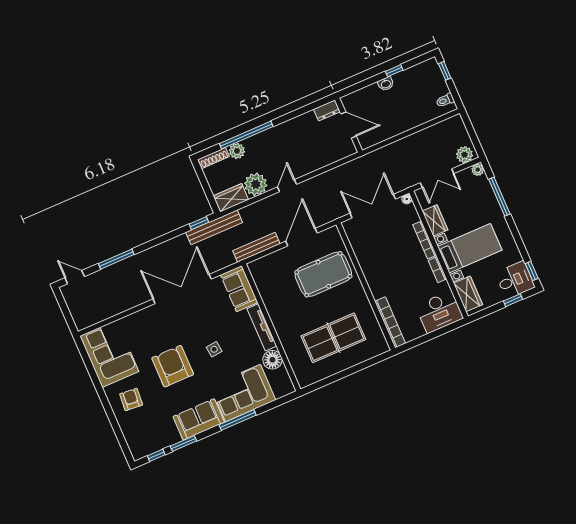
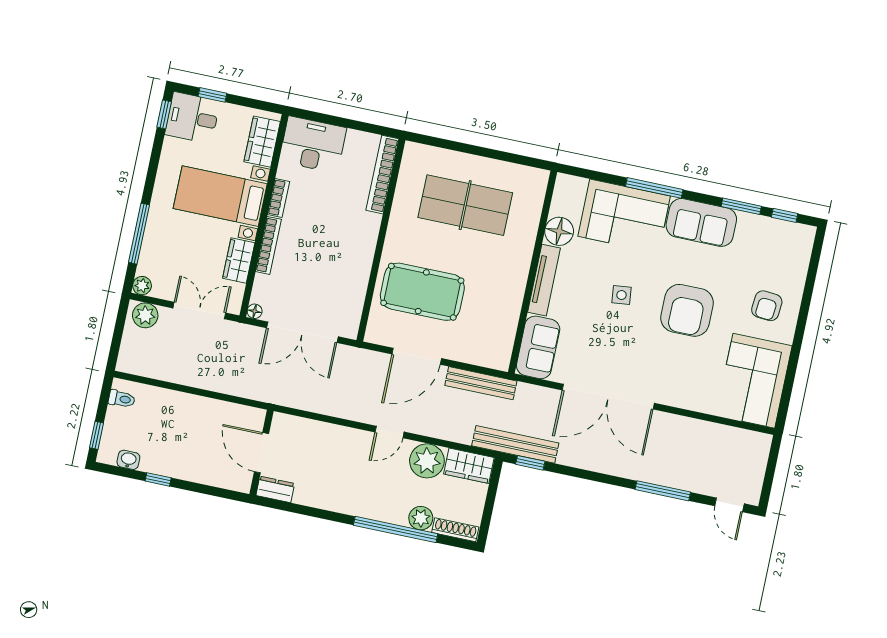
washbasin: (386, 84) -> (128, 460), moved

